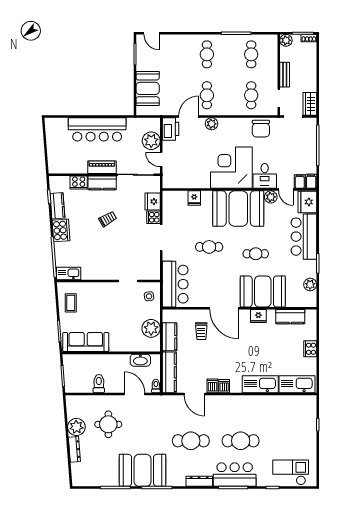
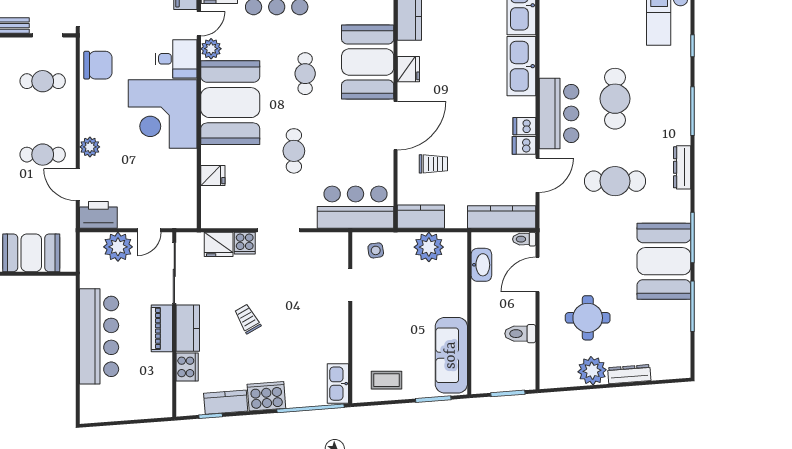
kitchen counter: (169, 337) -> (421, 217), moved
cafe table: (191, 441) -> (615, 181), turned 90
bar counter: (235, 475) -> (559, 113), moved, turned 180

